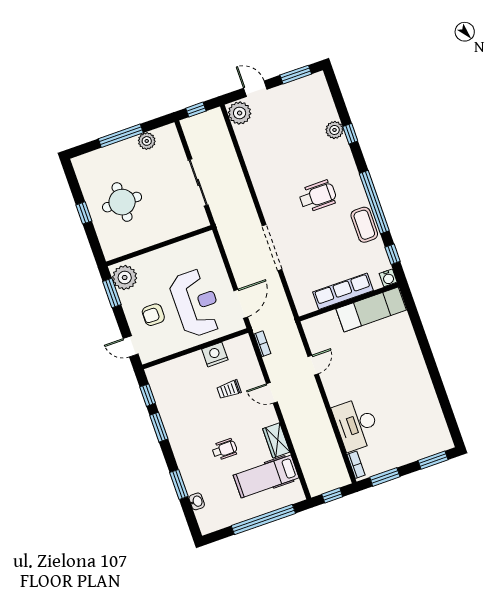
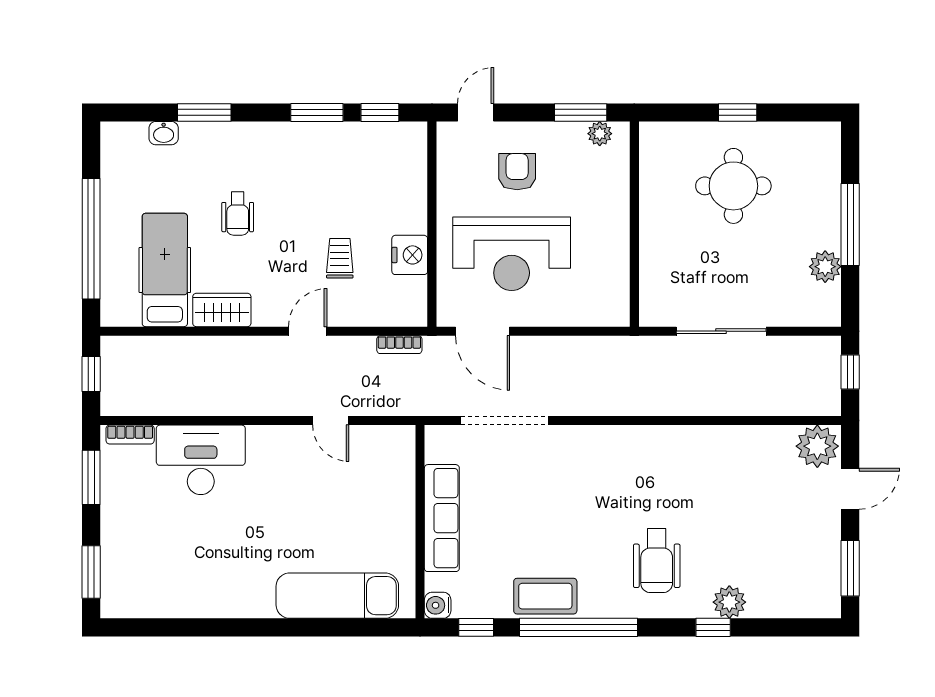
wheelchair: (318, 196) -> (657, 561), moved
doorway: (272, 248) -> (505, 421), moved
plant: (125, 278) -> (600, 134), width x0.53, depth x0.53
exam couch: (371, 309) -> (337, 596), moved, turned 90

